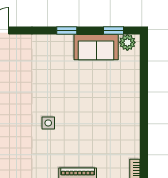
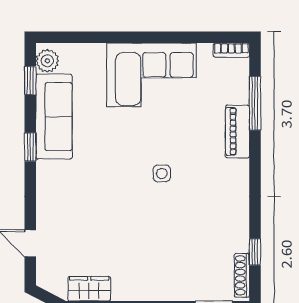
sofa: (96, 47) -> (54, 117), width x1.36
corner sofa: (118, 116) -> (151, 75), added

